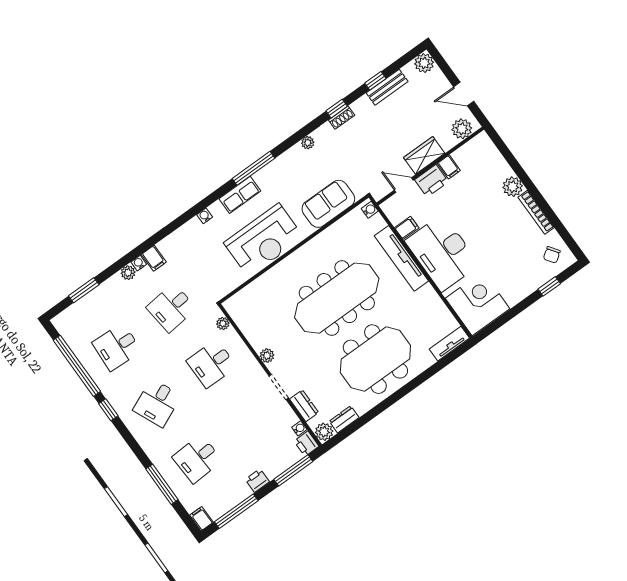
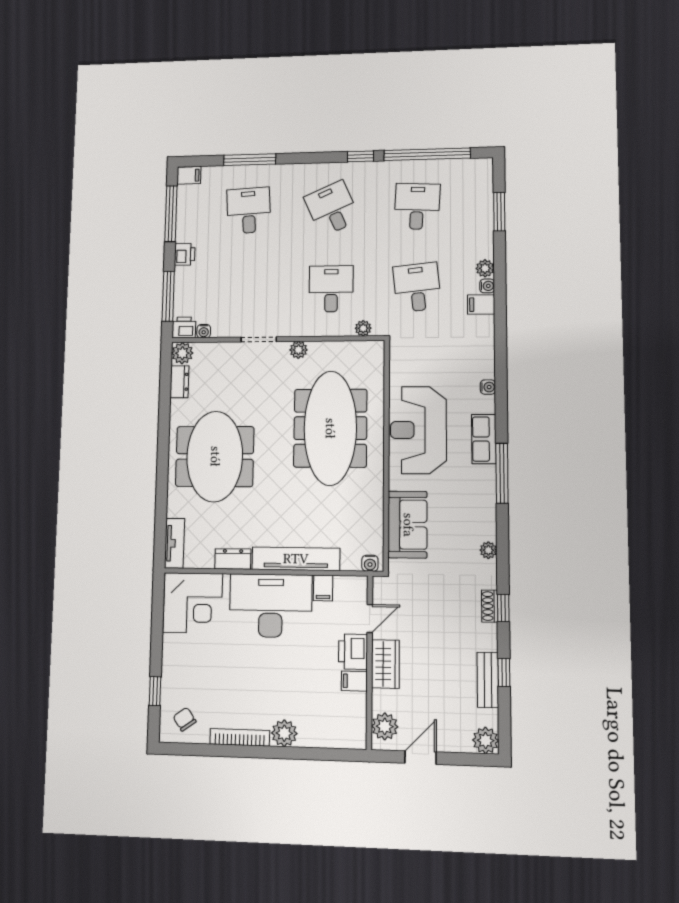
meeting table: (337, 298) -> (330, 428), moved
dresser: (304, 406) -> (233, 559), moved, turned 180

